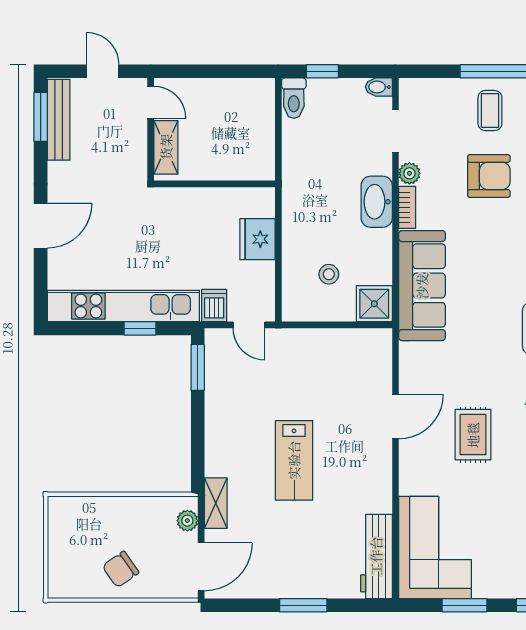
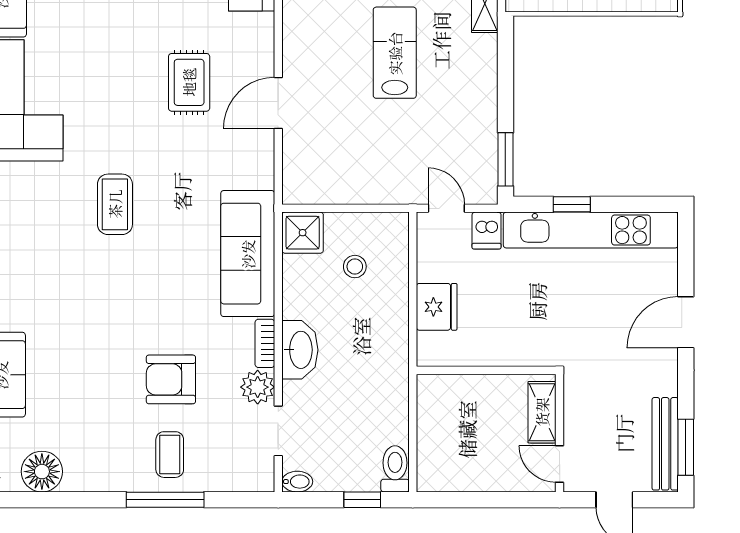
plant: (409, 173) -> (258, 387), width x1.38, depth x1.38

